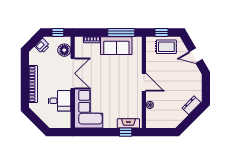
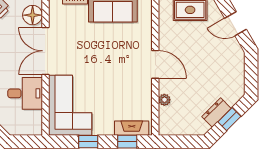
double door: (73, 73) -> (45, 51), swing flipped
dresser: (191, 105) -> (216, 112), moved
window: (192, 117) -> (229, 119), added
window: (100, 132) -> (88, 142), added

